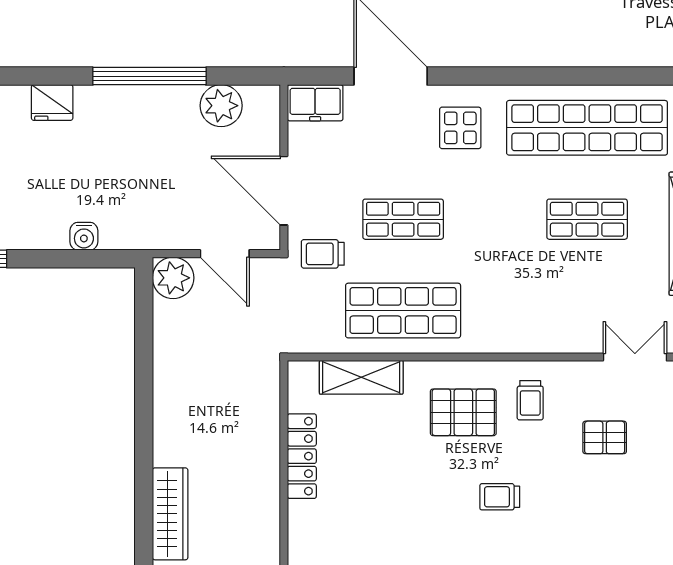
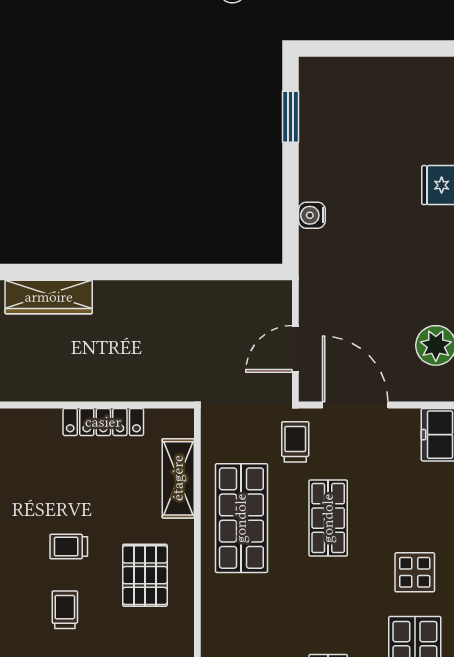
door: (284, 191) -> (355, 405), hinge flipped
plant: (173, 278) -> (272, 300), removed
trolley: (530, 400) -> (69, 547), moved

